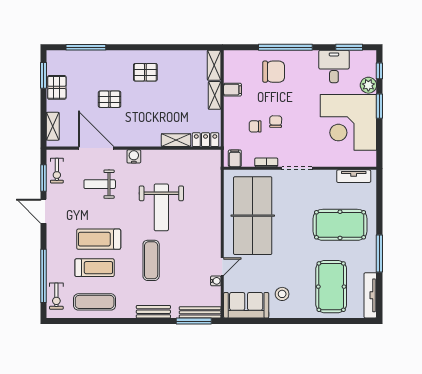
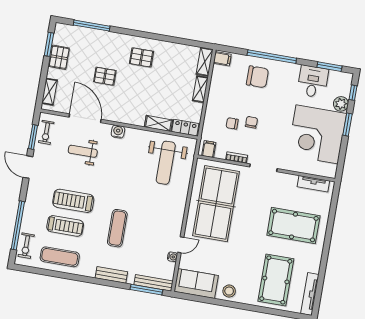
filing cabinet: (233, 90) -> (222, 59), moved
weight bench: (161, 207) -> (166, 163), moved
window: (379, 253) -> (325, 258), removed
stool: (282, 294) -> (229, 291), moved

